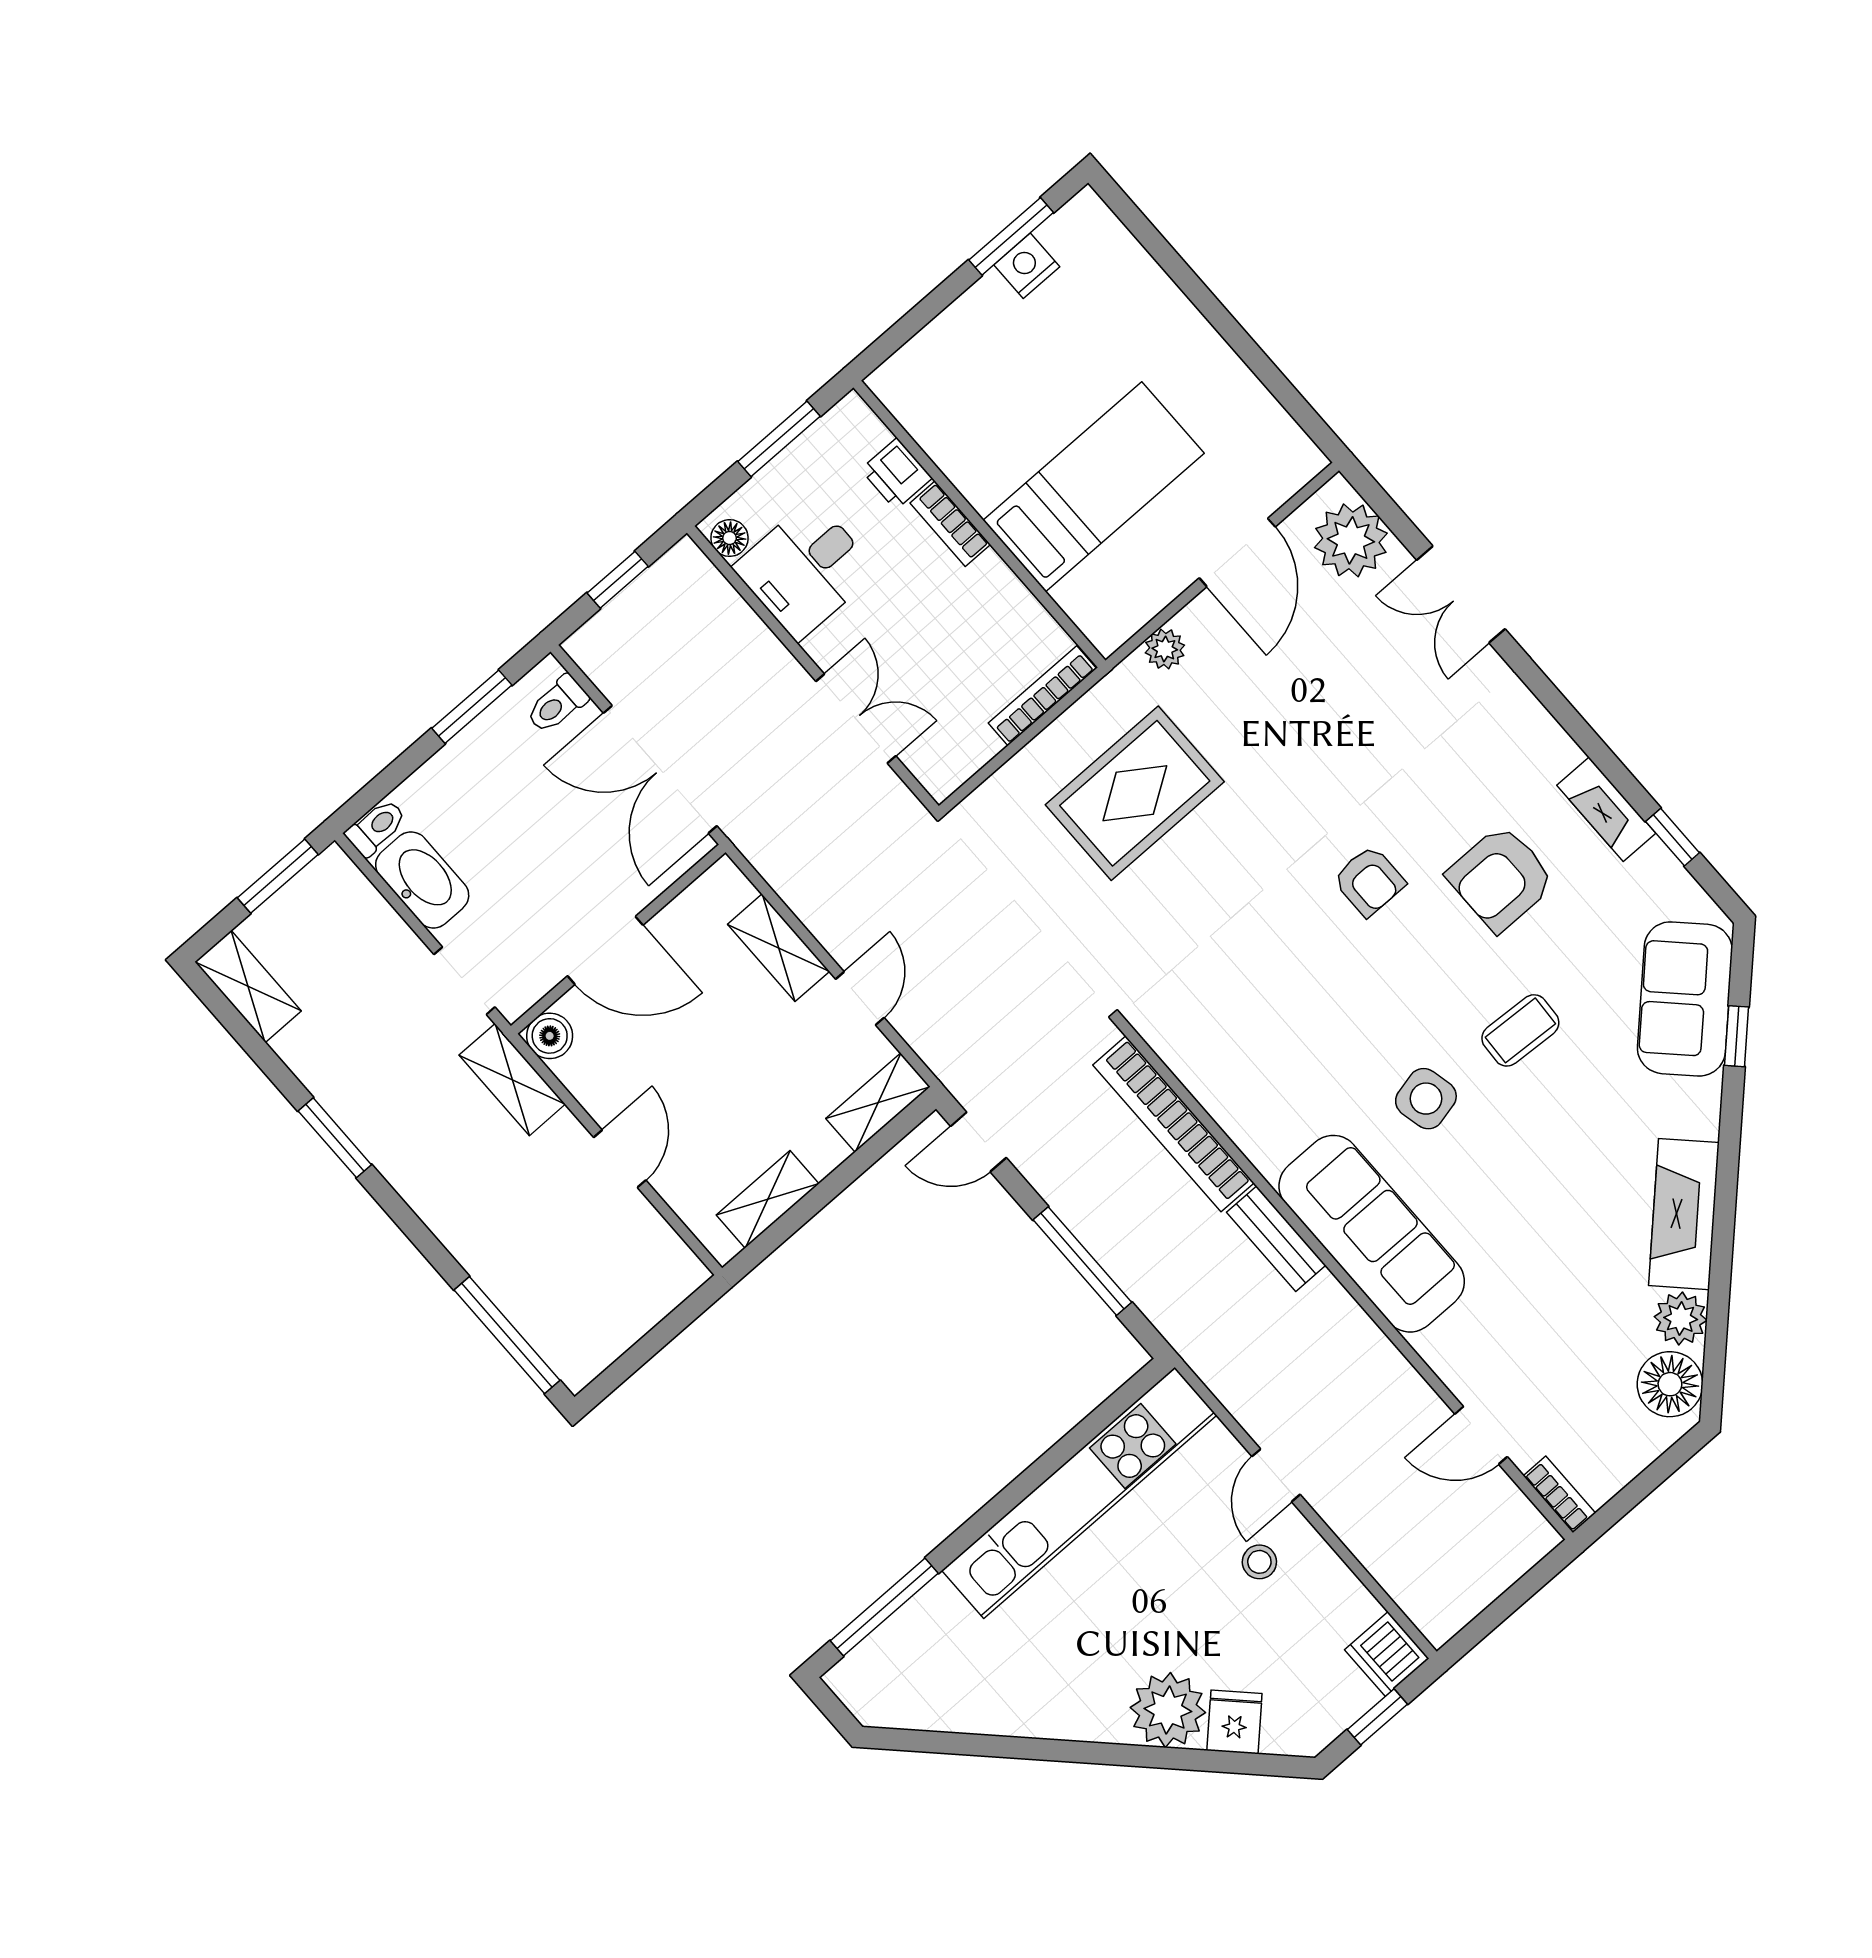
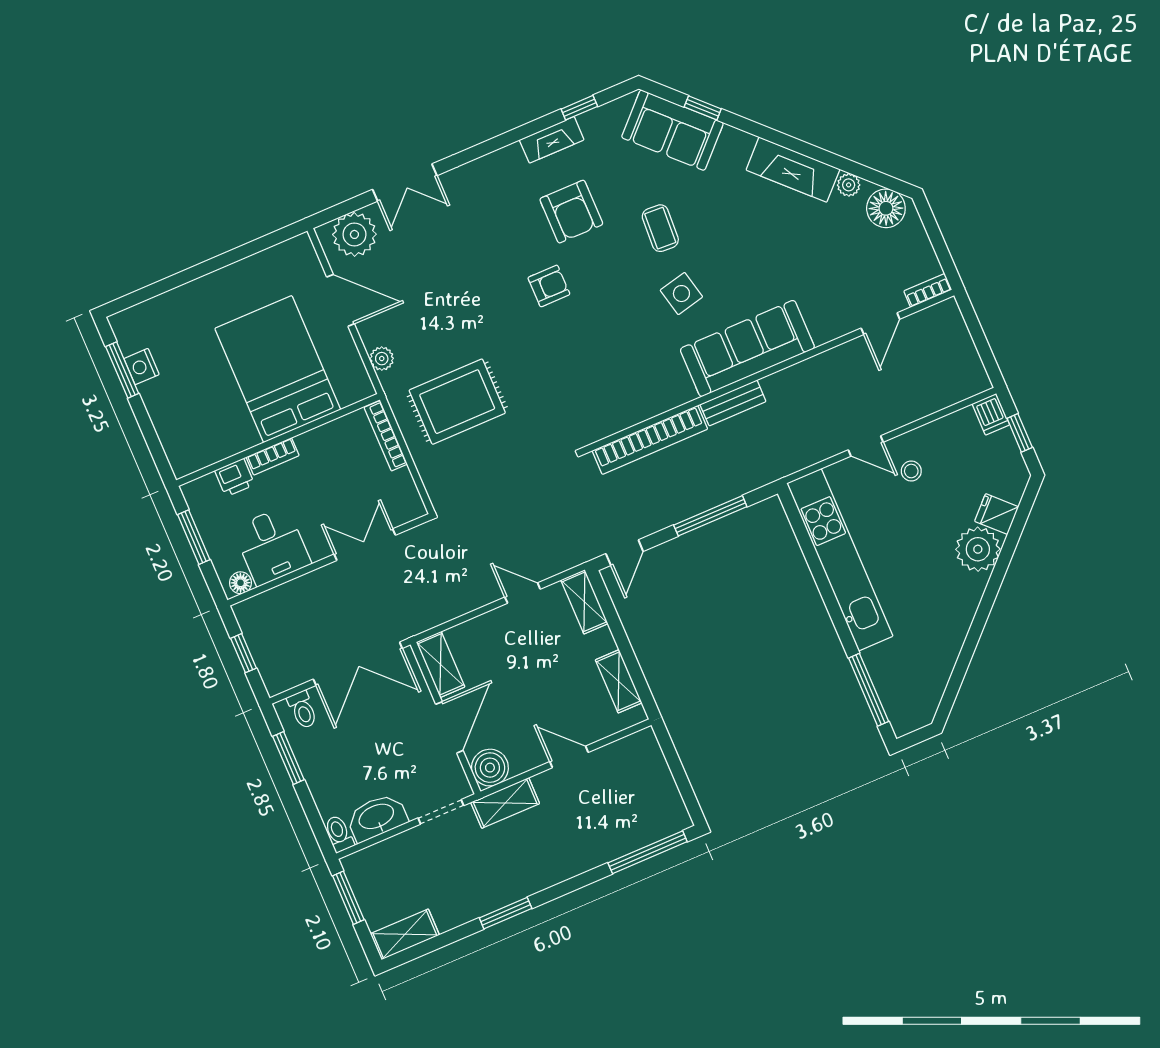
bed: (1094, 487) -> (278, 369), width x1.50
rug: (1135, 793) -> (457, 402), turned 90
shelving: (778, 948) -> (441, 664), moved, turned 90
boiler: (550, 1036) -> (490, 768), width x1.36, depth x1.36
plant: (1681, 1318) -> (849, 185), width x0.73, depth x0.73
dishwasher: (1387, 1654) -> (991, 414), width x0.73

